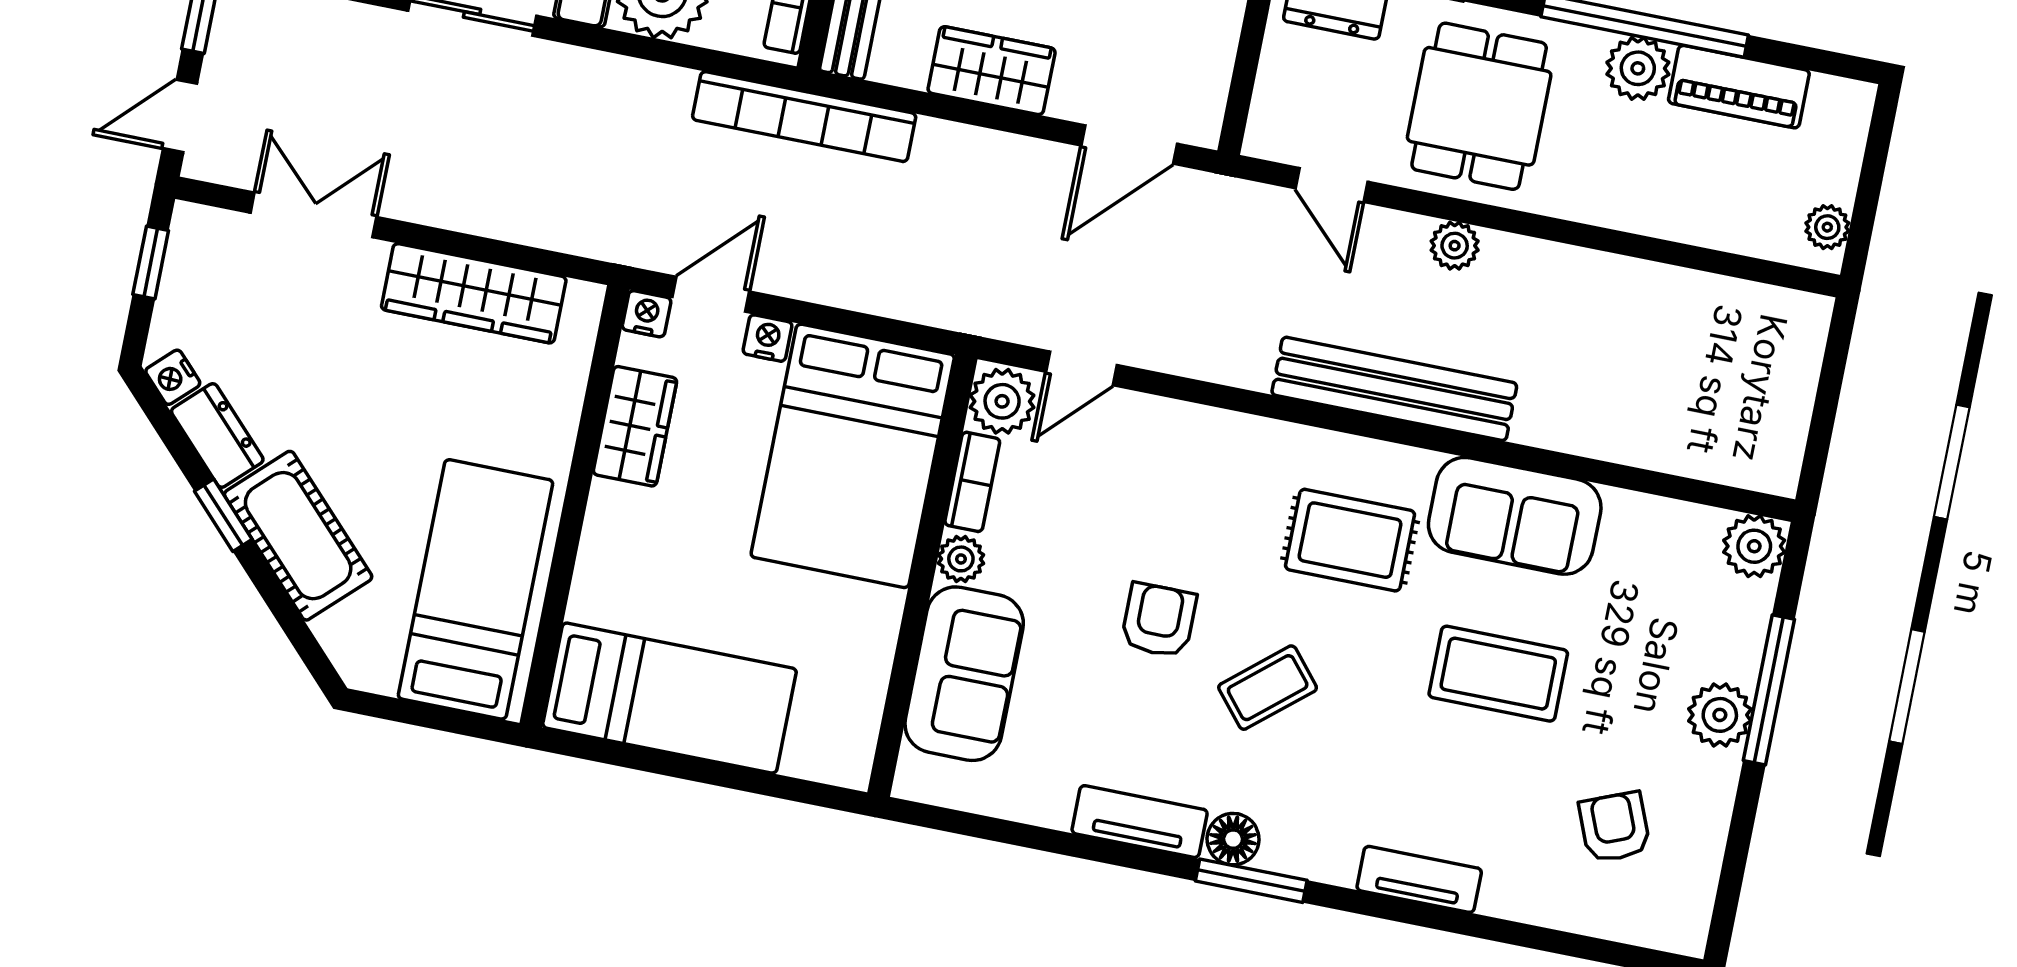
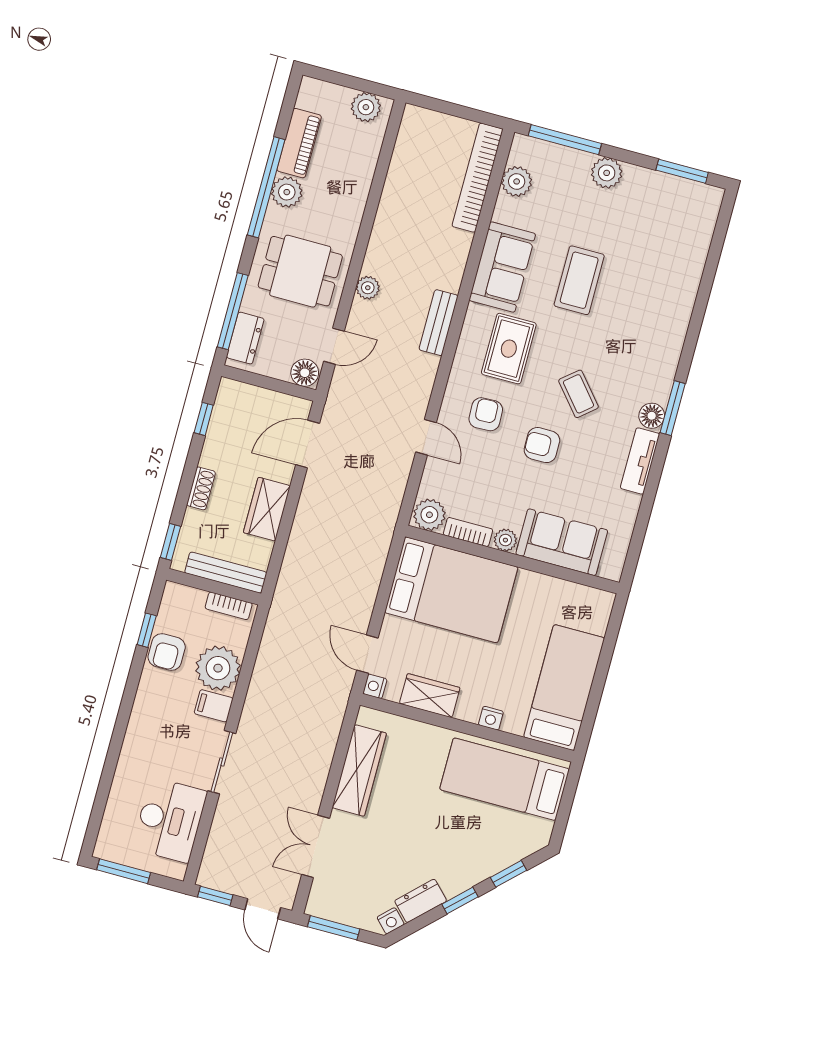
bookcase: (804, 117) -> (478, 178), moved, turned 180
floor lamp: (1274, 129) -> (305, 373), added
door: (1129, 145) -> (308, 444), swing flipped
plant: (1827, 227) -> (366, 107), width x1.38, depth x1.38
window: (151, 263) -> (334, 928), width x1.50
nightstand: (768, 338) -> (491, 718), moved, turned -90
door: (1081, 368) -> (426, 437), moved
bench: (1394, 389) -> (439, 323), width x0.54, depth x0.82
cot: (298, 536) -> (472, 864), removed
plant: (1754, 546) -> (517, 181), moved
window: (284, 610) -> (508, 874), added
window: (1769, 690) -> (565, 140), moved
armchair: (1615, 827) -> (486, 414), moved, turned 110
window: (1733, 868) -> (682, 171), added
tv unit: (1419, 879) -> (678, 326), removed

